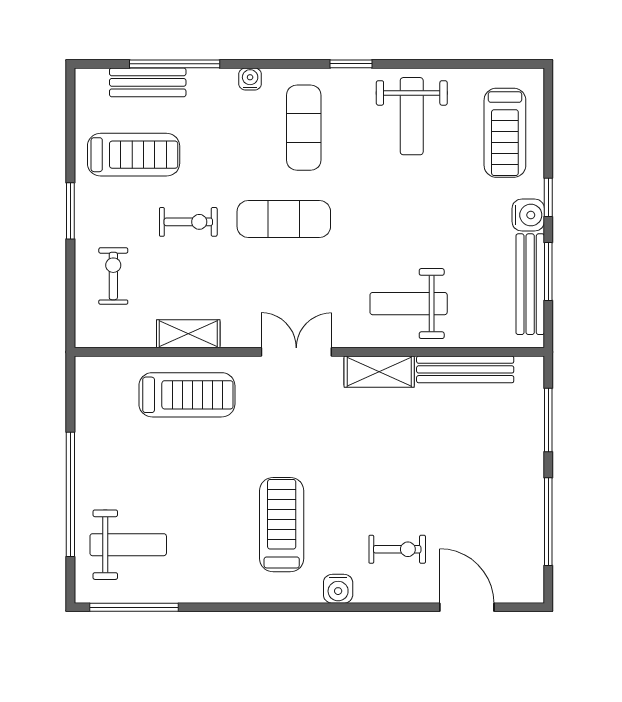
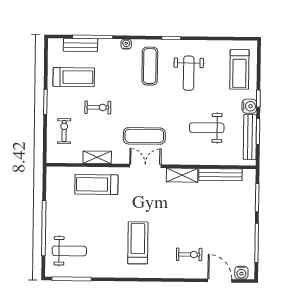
weight bench: (412, 116) -> (189, 73), moved
exercise mat: (284, 219) -> (144, 136), moved
weight bench: (409, 304) -> (207, 128), moved
treadmill: (187, 395) -> (96, 184), turned 180
water cooler: (338, 589) -> (241, 273), moved

